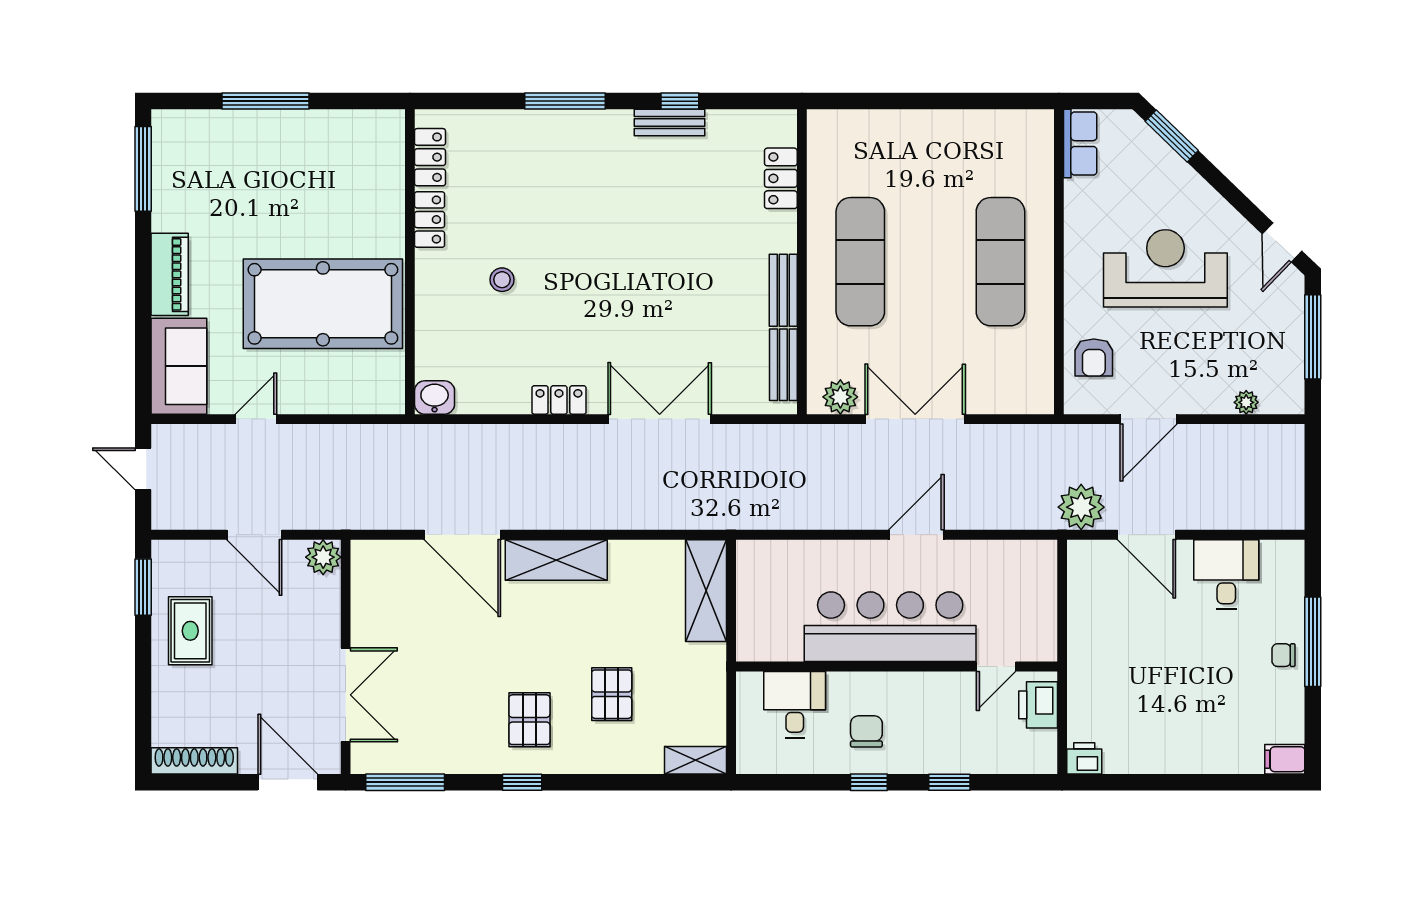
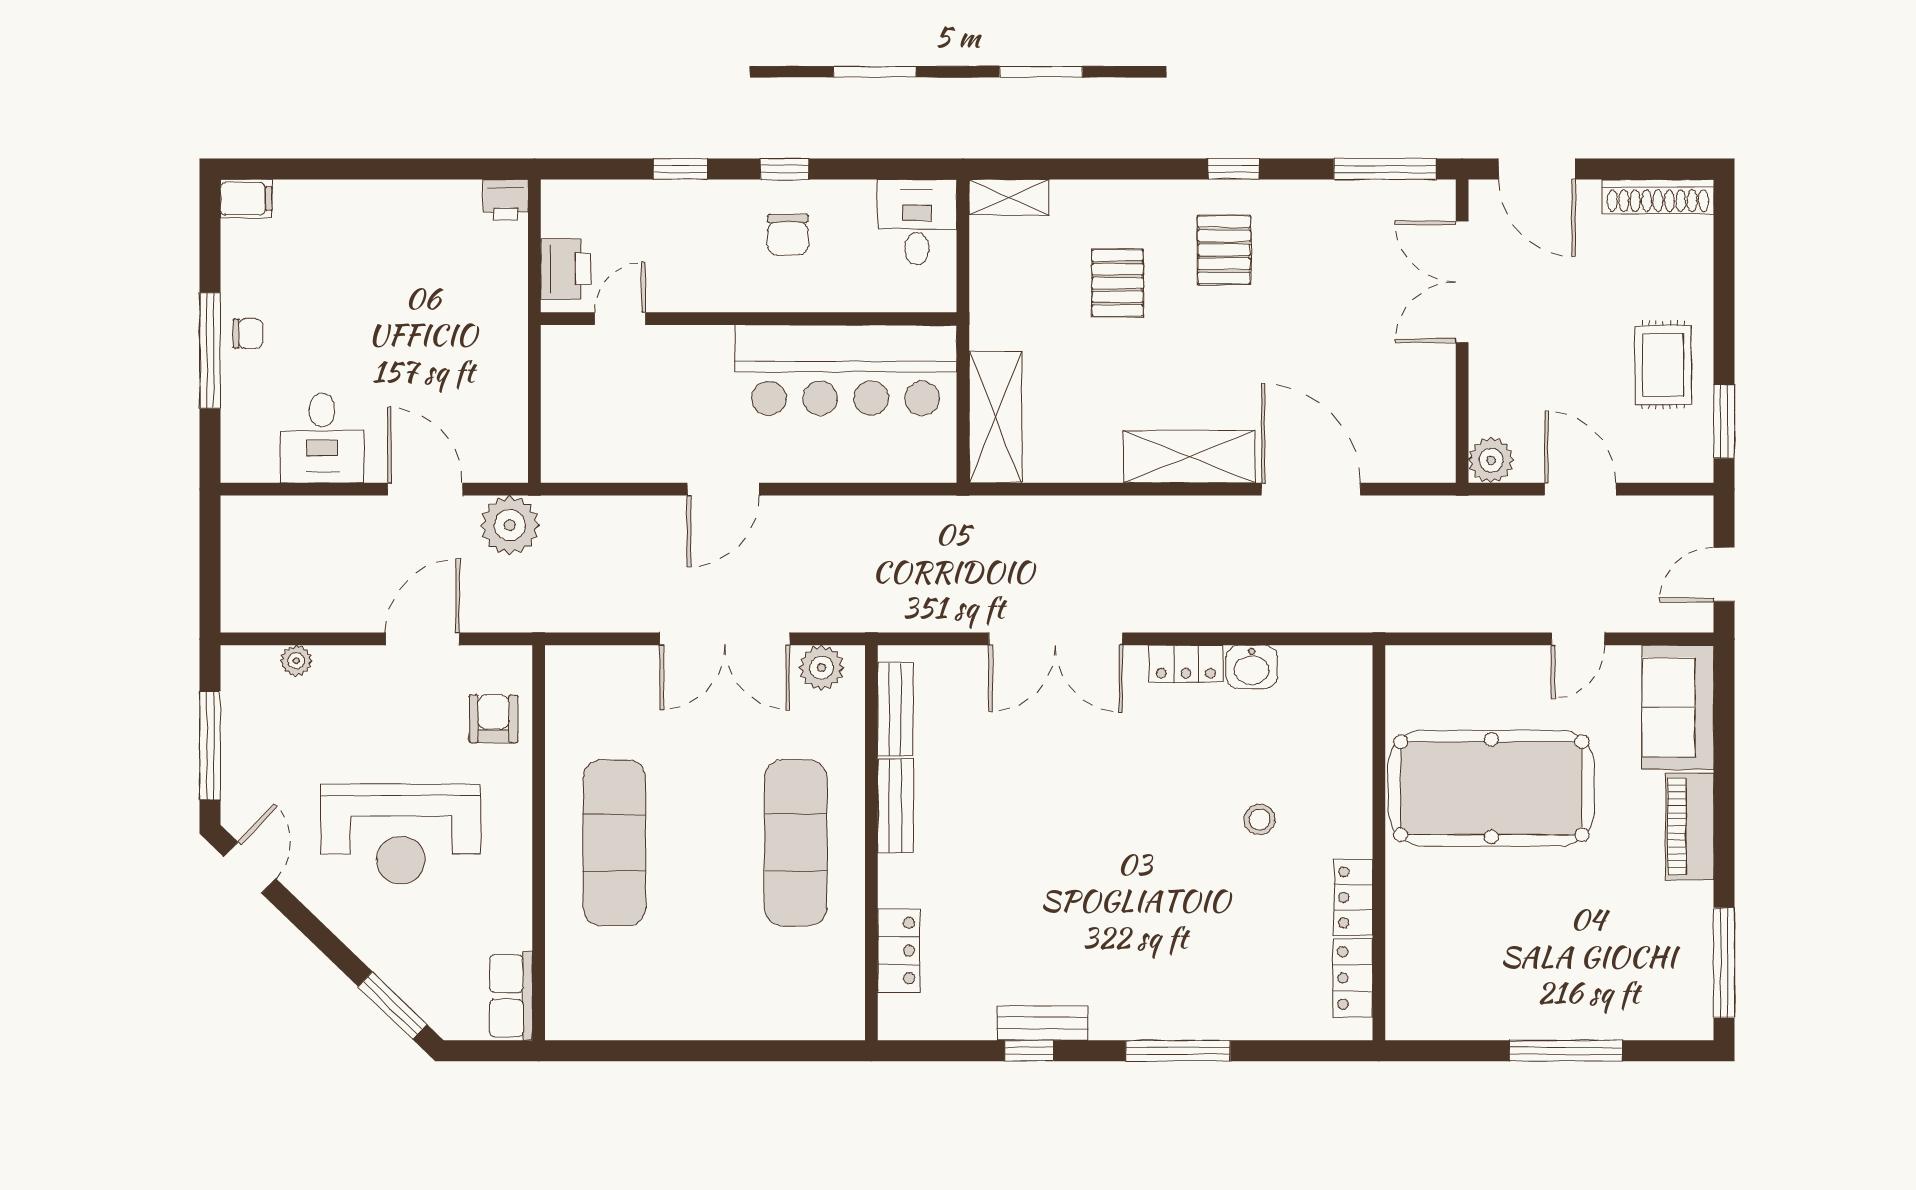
washbasin: (435, 397) -> (1252, 667), moved
door: (143, 469) -> (1724, 575), swing flipped
bar counter: (890, 627) -> (846, 370), moved
desk: (795, 704) -> (917, 222), moved, turned 180

